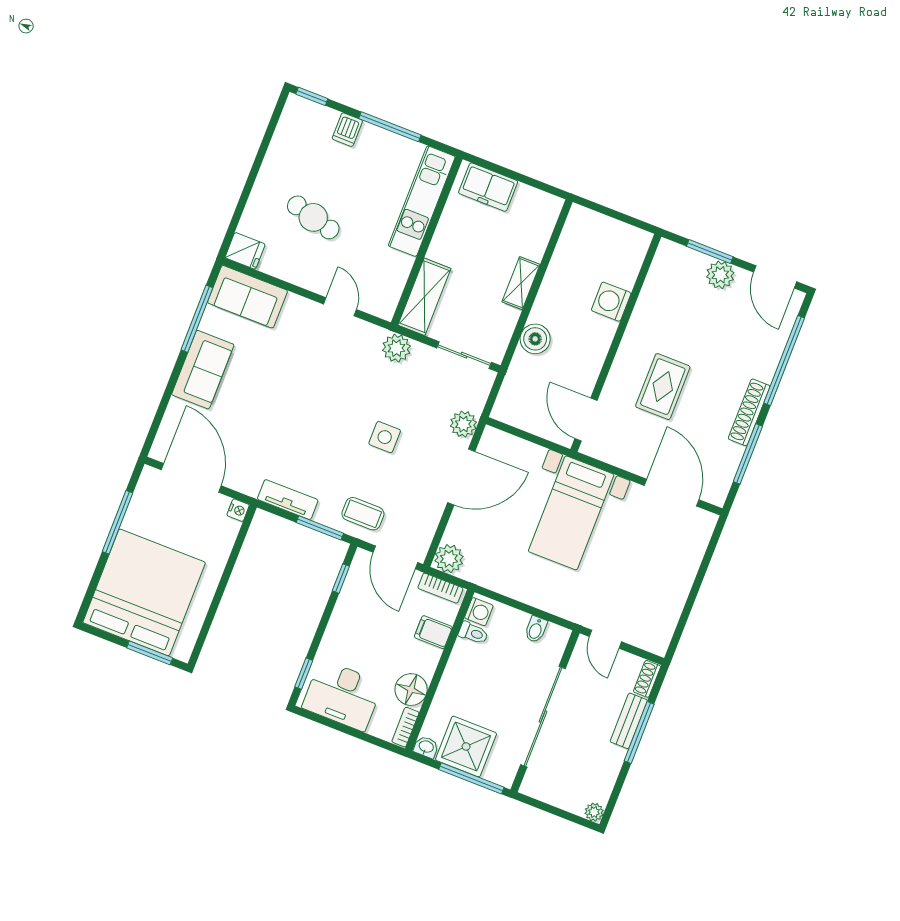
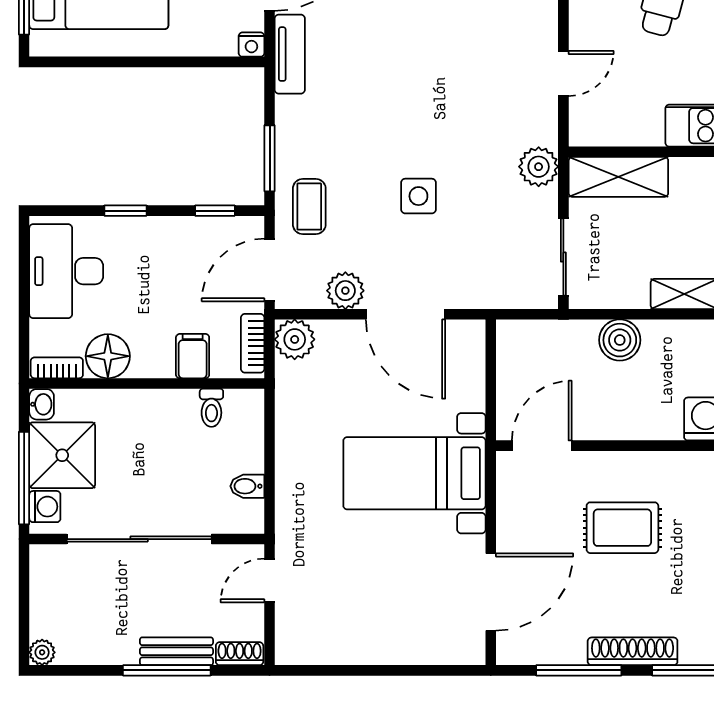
plant: (463, 424) -> (345, 291), moved
tv unit: (288, 500) -> (290, 54), moved
washing machine: (479, 612) -> (45, 507), moved, turned -90
window: (304, 674) -> (125, 211), moved

